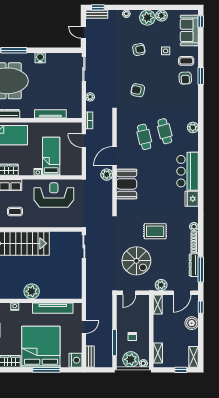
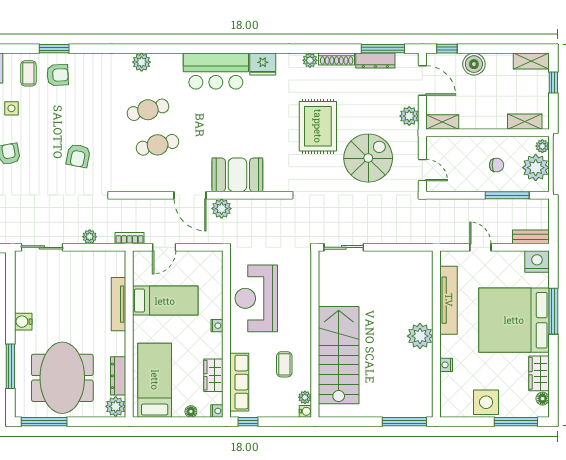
bed: (51, 156) -> (165, 301), moved, turned 180
rug: (155, 231) -> (318, 126), width x1.36, depth x1.43

